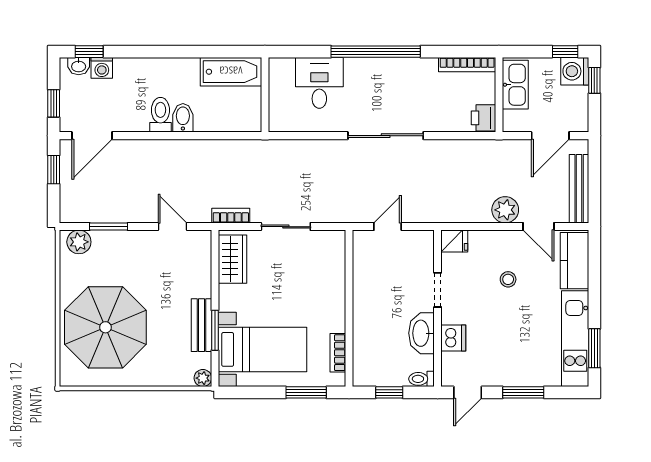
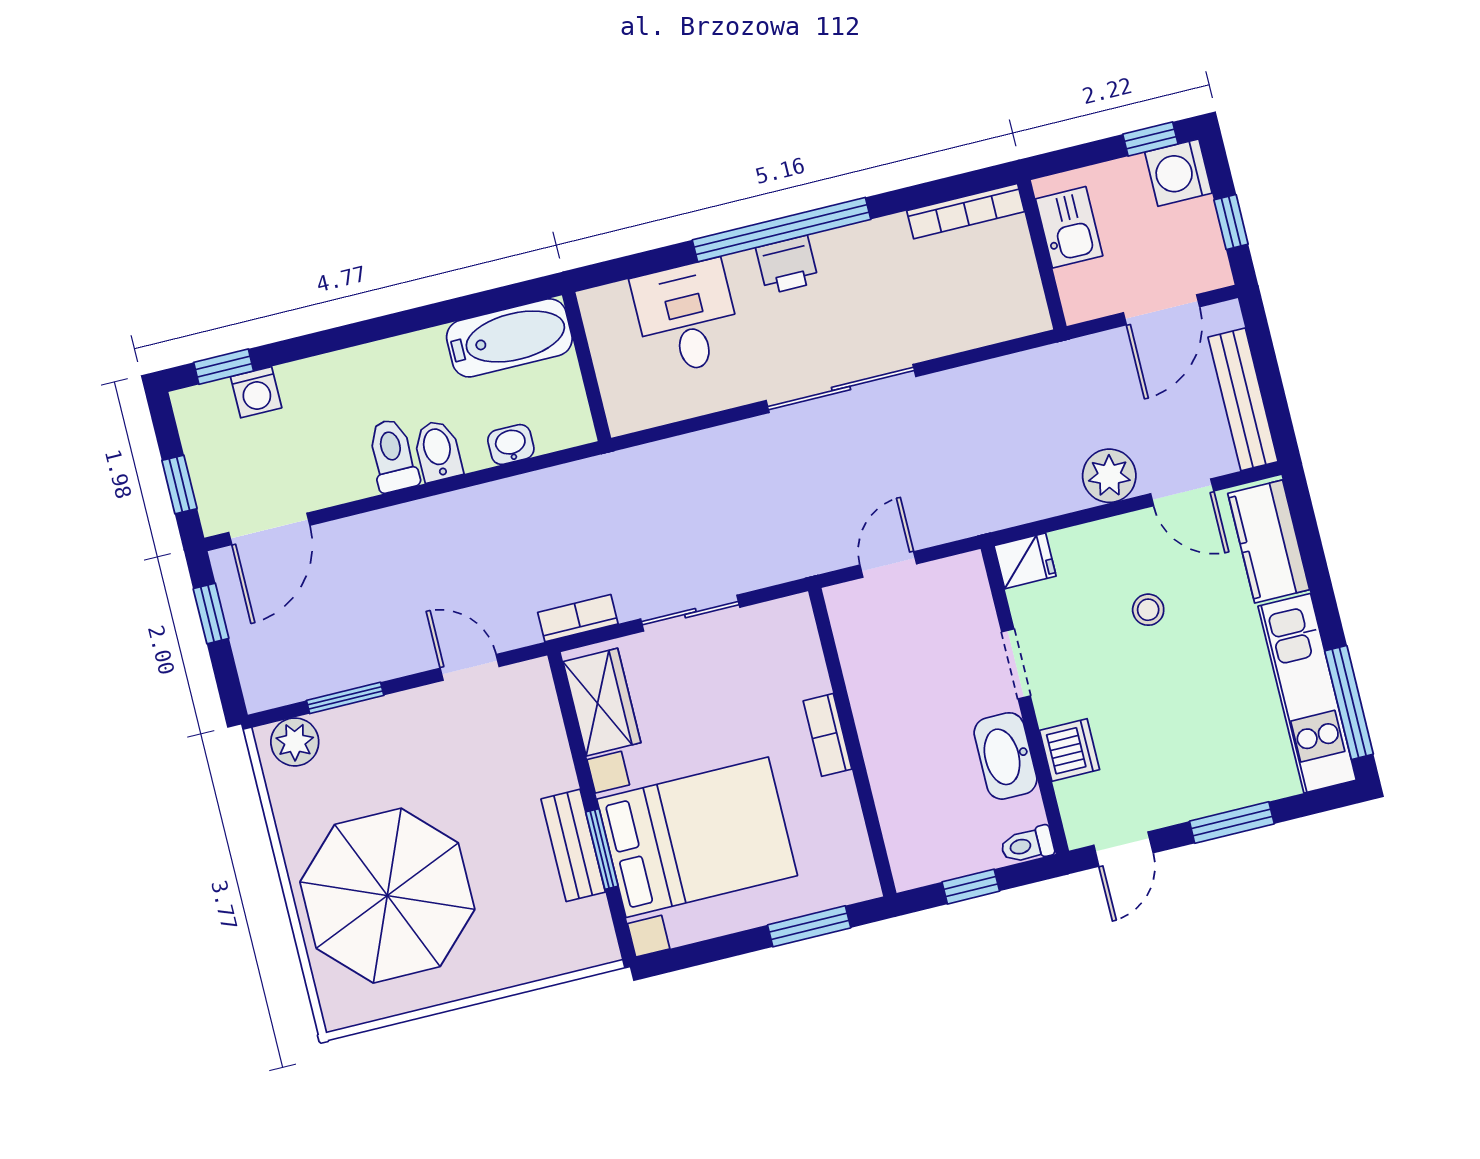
washbasin: (79, 66) -> (511, 445), moved, turned 180
window: (594, 80) -> (1231, 222), moved
kitchen sink: (515, 85) -> (1069, 227), width x0.73
printer: (483, 118) -> (787, 265), moved, turned -90
window: (594, 348) -> (1349, 702), width x1.44
bed with nightstands: (262, 349) -> (697, 837), width x1.36
bookcase: (338, 353) -> (827, 735), moved
plant: (203, 378) -> (601, 948), removed

